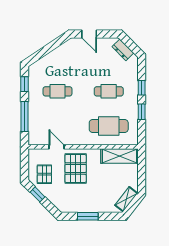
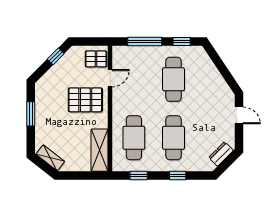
door: (89, 34) -> (239, 115), swing flipped
cafe table: (57, 91) -> (173, 79), width x1.37, depth x1.35
cafe table: (109, 91) -> (173, 138), width x1.37, depth x1.35
window: (142, 112) -> (139, 175), moved
pallet: (44, 174) -> (96, 59), moved

